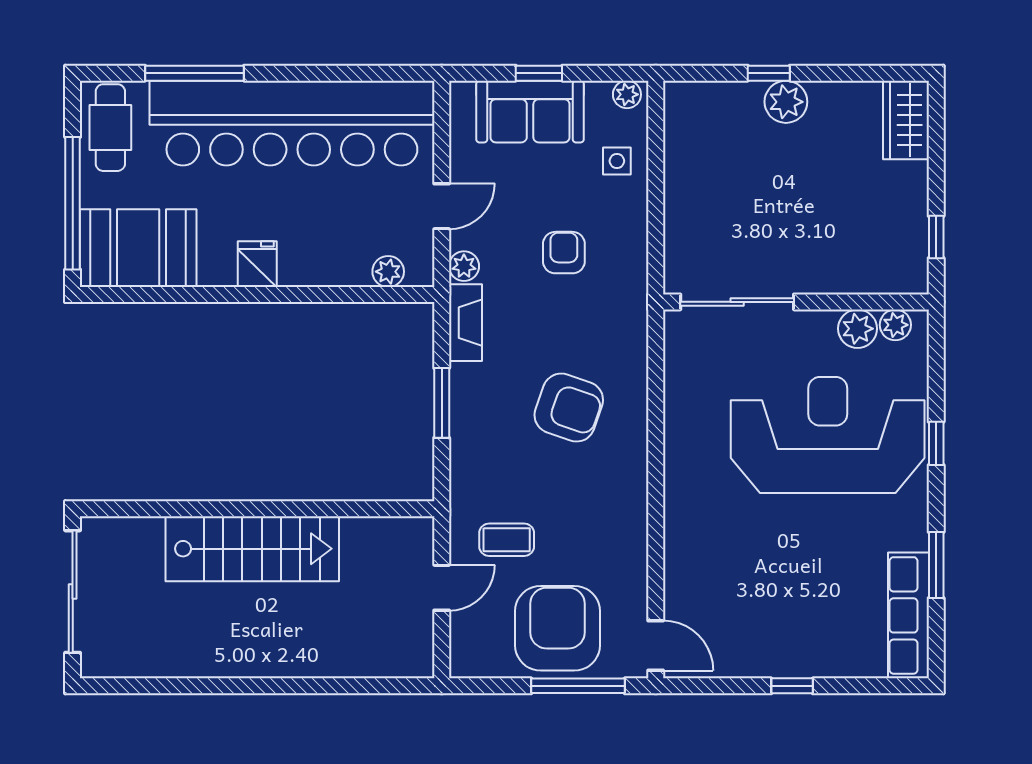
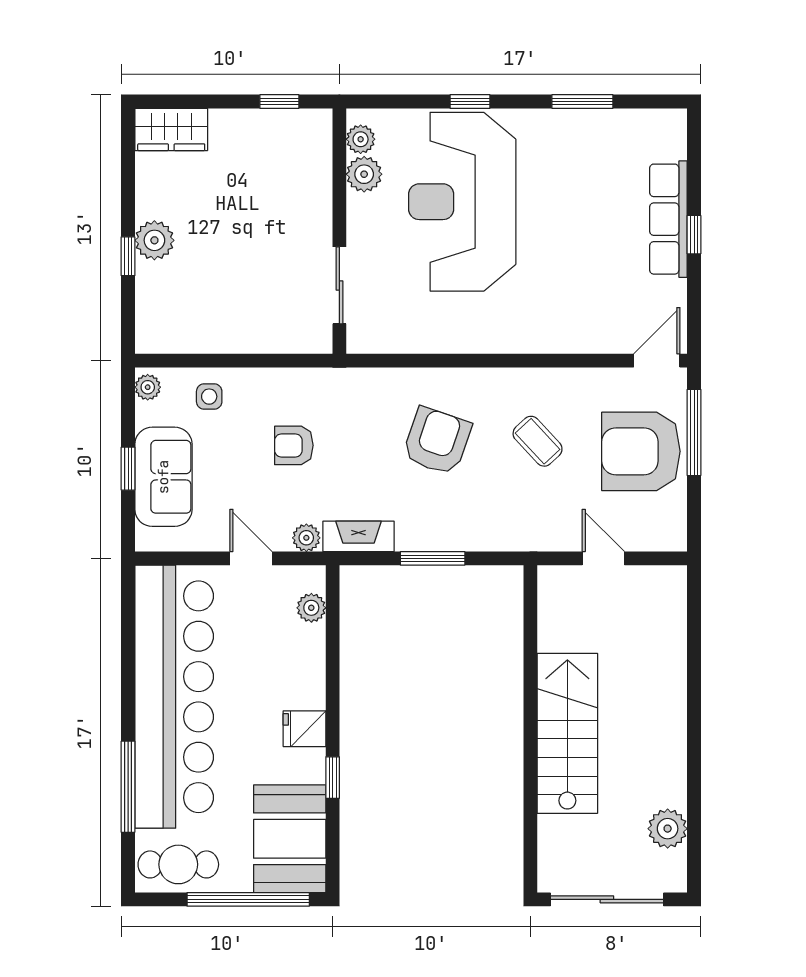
window: (204, 295) -> (333, 778), added
sliding door: (737, 302) -> (339, 285), width x0.73
coffee table: (507, 540) -> (538, 441), moved, turned -43
row of seats: (908, 615) -> (668, 219), moved, turned 90
plant: (149, 657) -> (668, 829), added

